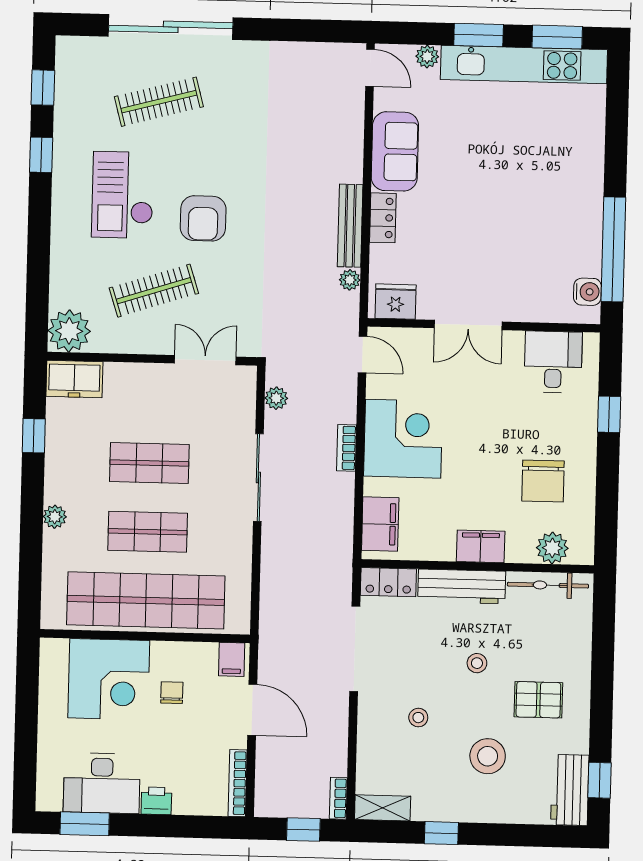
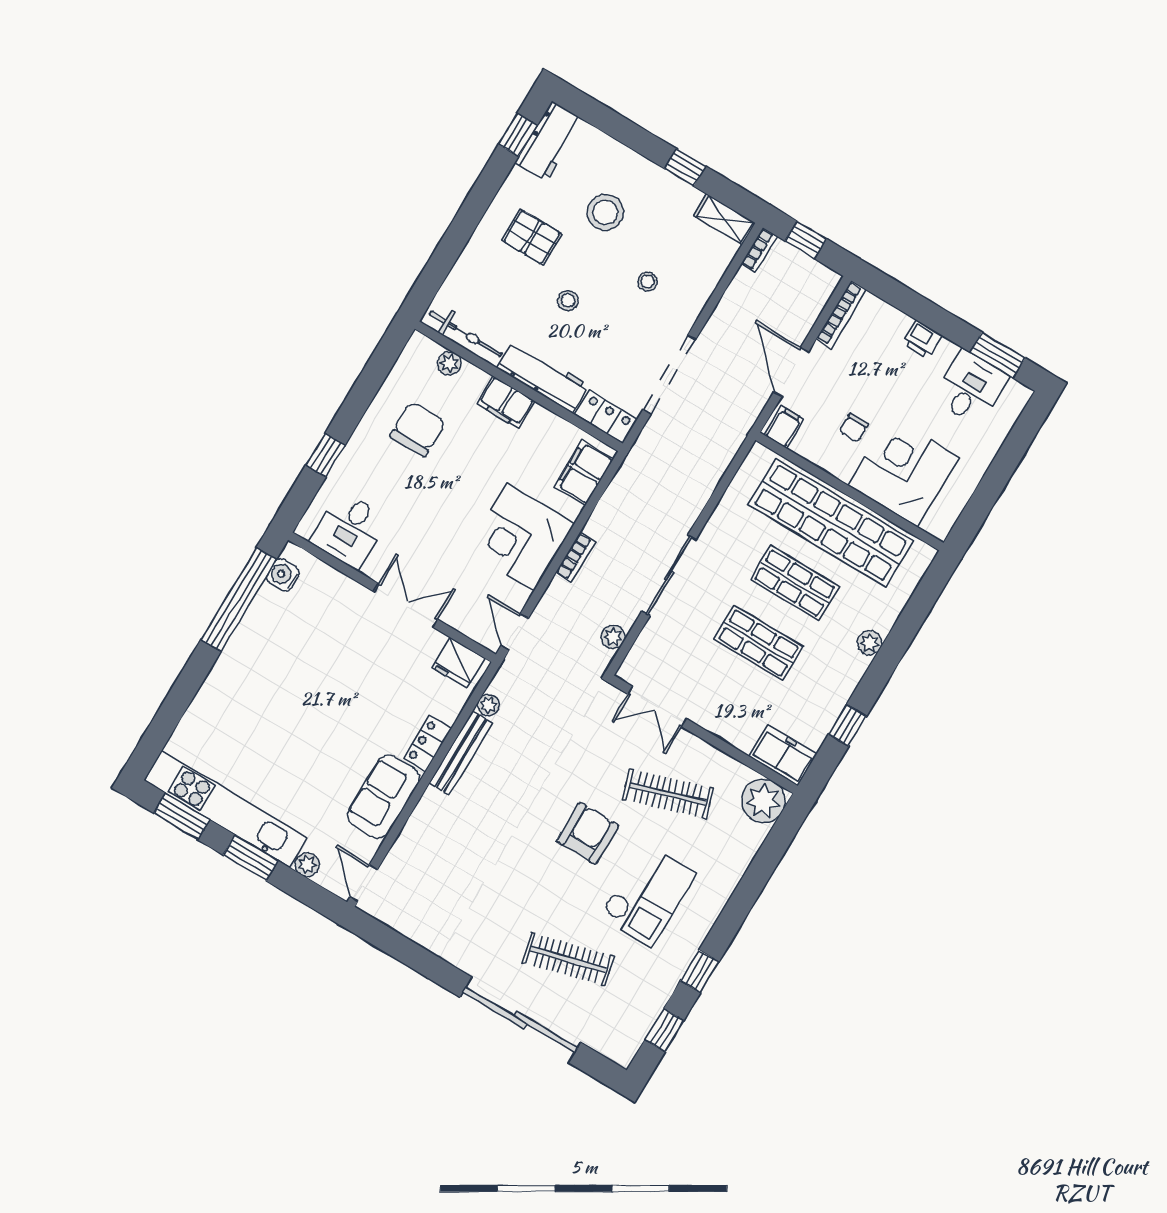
plant: (552, 548) -> (449, 363), width x0.73, depth x0.73
desk: (102, 783) -> (971, 388), width x0.73

